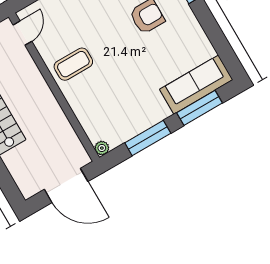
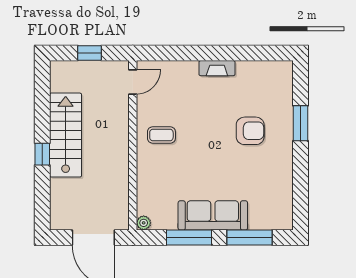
coffee table: (73, 64) -> (161, 135), width x0.73, depth x0.77
sofa: (196, 85) -> (213, 215), moved

